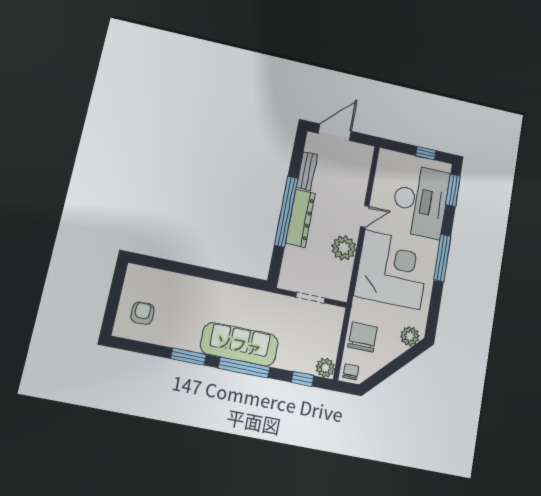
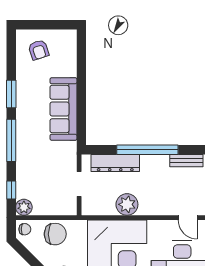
door: (365, 216) -> (188, 218), moved
dresser: (301, 218) -> (115, 163), moved
armchair: (142, 313) -> (39, 50), turned 72
sofa: (239, 344) -> (63, 109), moved, turned 180

